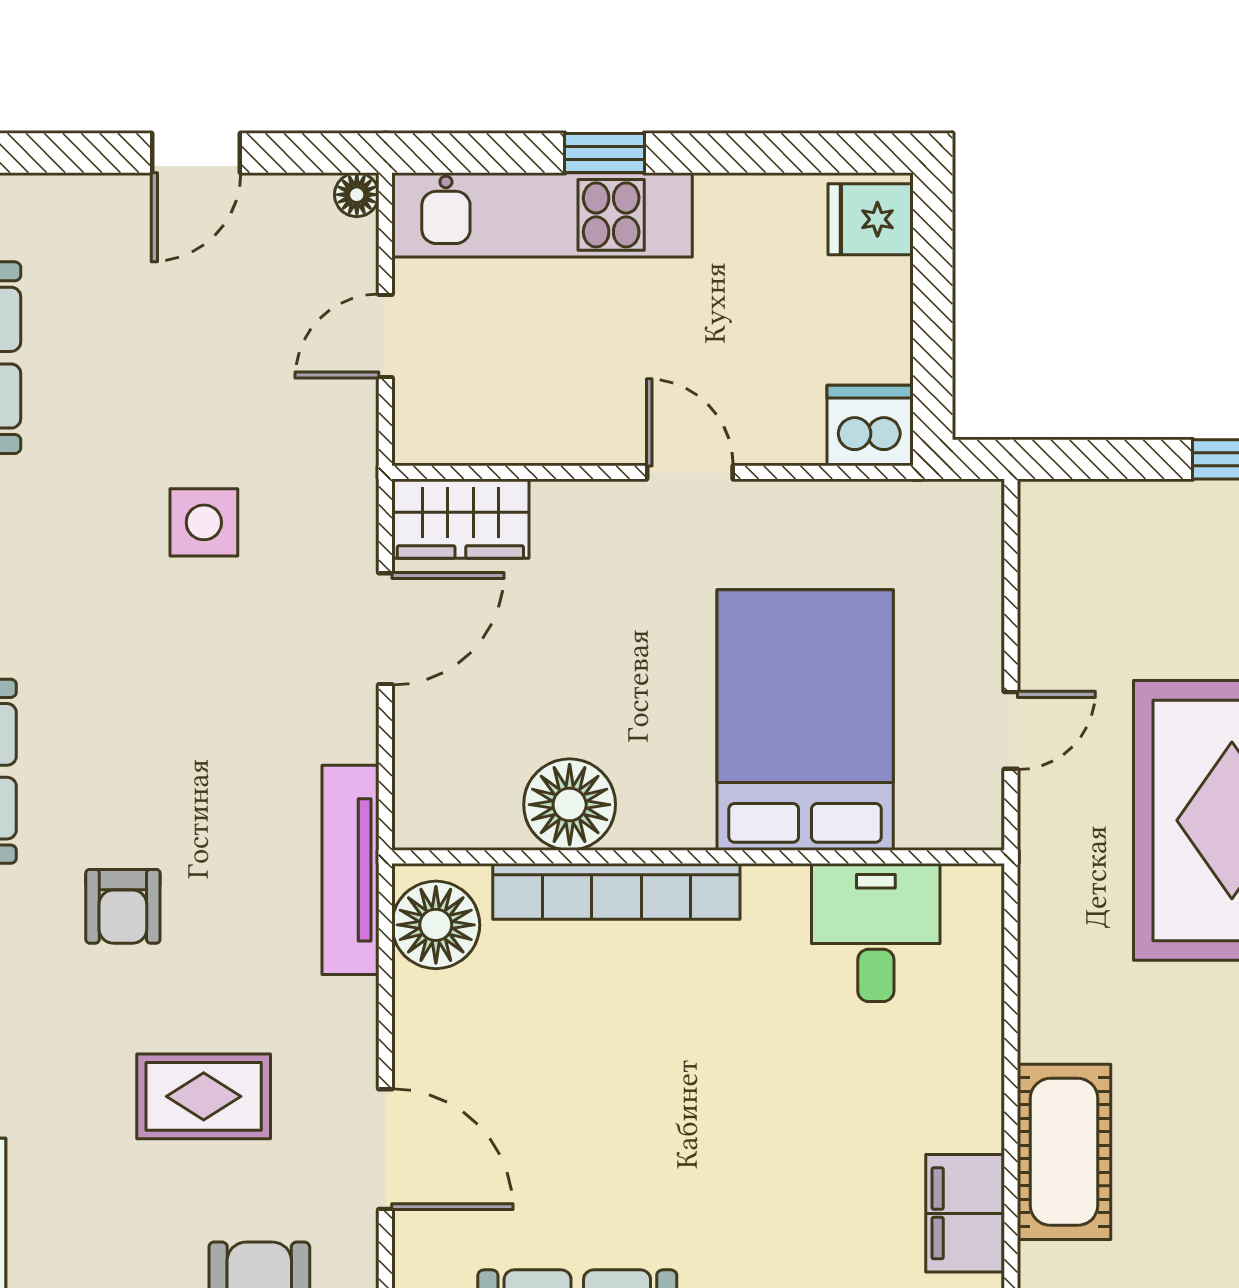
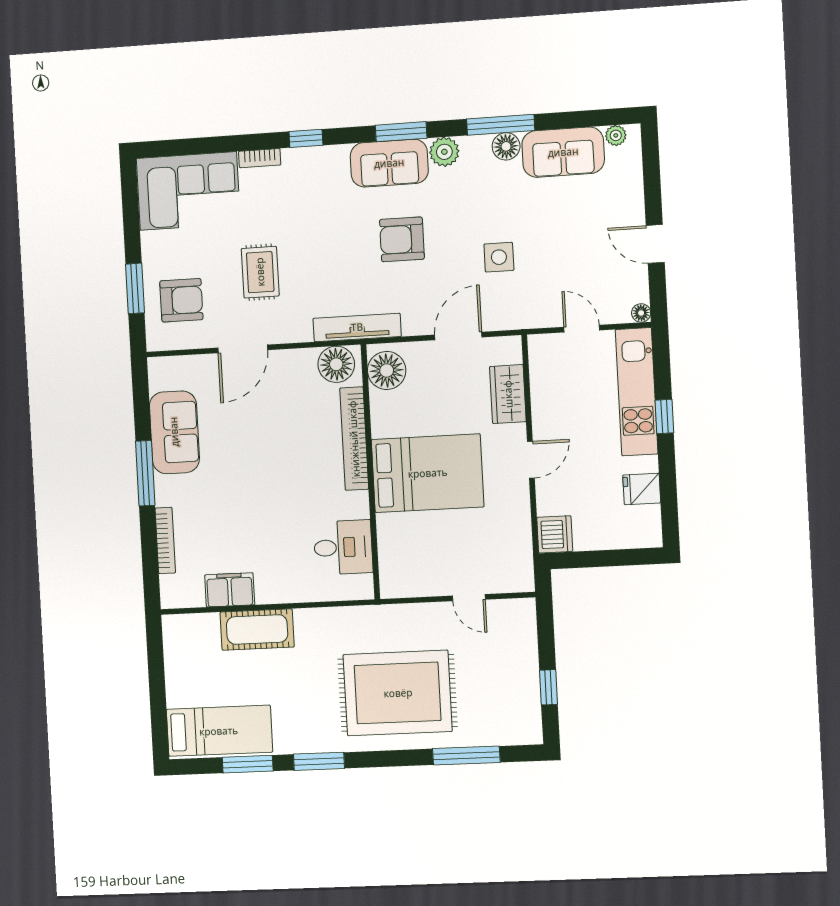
fridge: (871, 219) -> (642, 489), moved, turned -90
wardrobe: (460, 519) -> (508, 394), moved
door: (385, 629) -> (458, 336), swing flipped
bed: (805, 720) -> (428, 473), moved
door: (1011, 730) -> (469, 598), moved
floor lamp: (570, 805) -> (387, 370), moved
armchair: (123, 906) -> (402, 239), moved, width x1.38, depth x1.38

